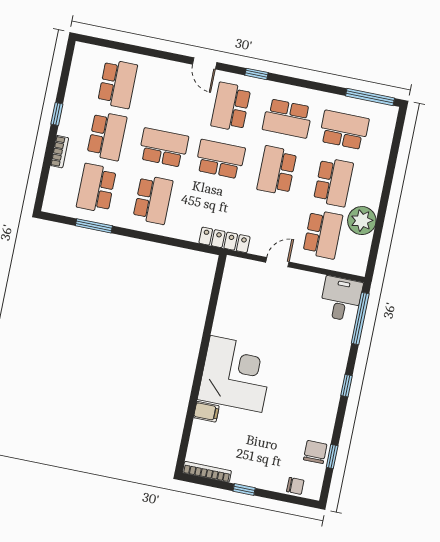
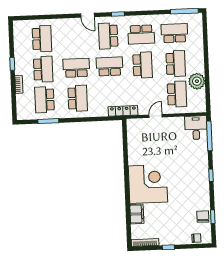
school desk: (277, 171) -> (143, 65), turned 180
filing cabinet: (206, 412) -> (137, 214), width x2.00

